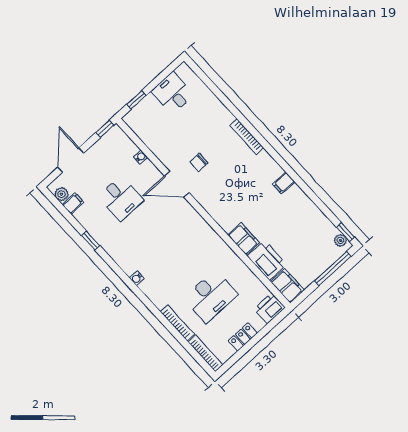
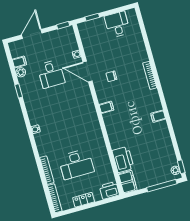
door: (177, 184) -> (87, 72), moved
plant: (61, 194) -> (21, 72), moved
filing cabinet: (244, 239) -> (106, 107), moved, width x0.50

